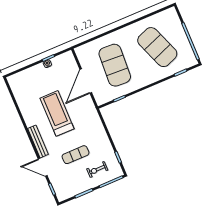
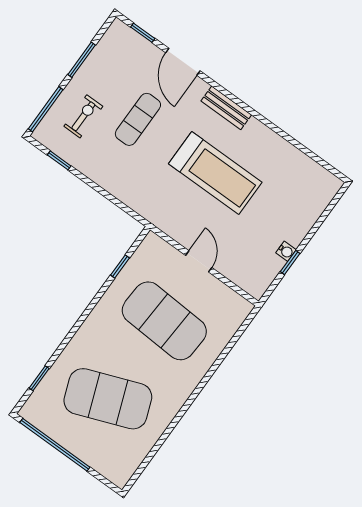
door: (86, 81) -> (199, 261), width x0.53
bench: (38, 141) -> (226, 108), width x0.73
door: (43, 167) -> (183, 62), swing flipped

